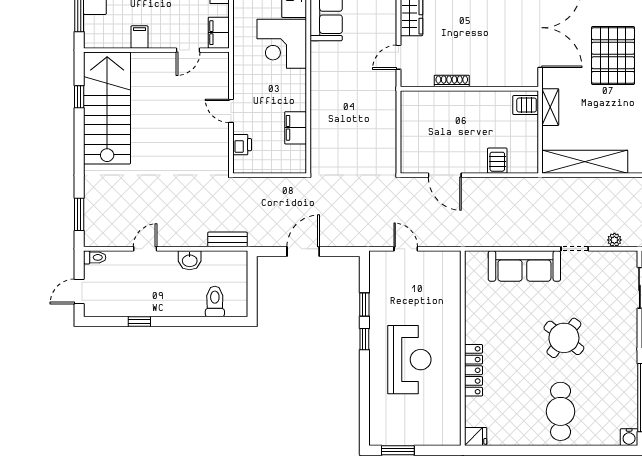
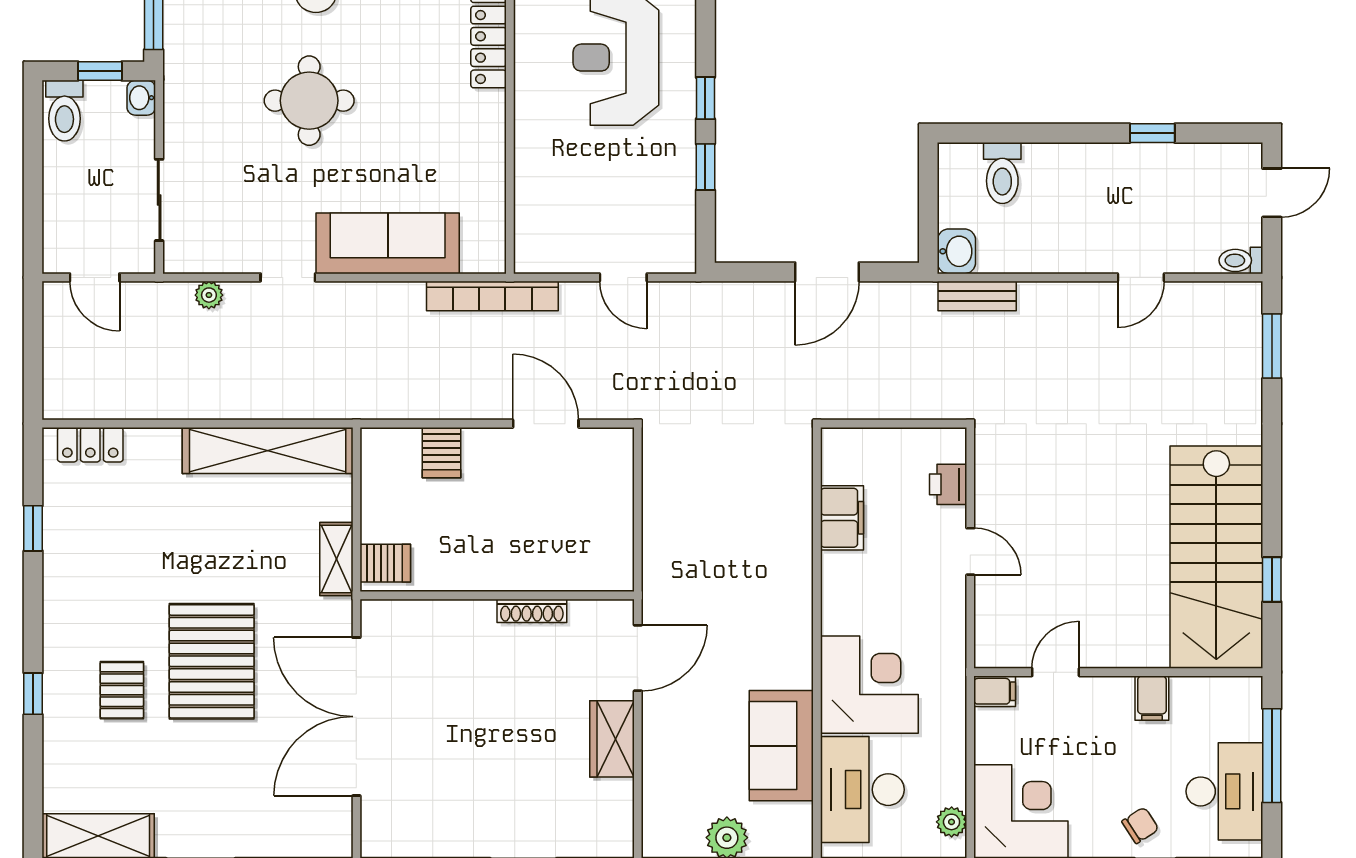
filing cabinet: (219, 33) -> (995, 691), width x0.50
door: (398, 57) -> (638, 658), width x1.38
bookcase: (472, 239) -> (492, 296), added
washbasin: (190, 260) -> (956, 251), moved, turned 90
round table: (564, 338) -> (309, 101), turned -38

